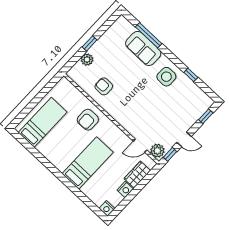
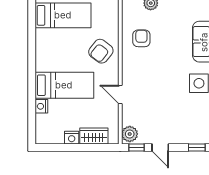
armchair: (88, 120) -> (101, 51), turned -52
door: (140, 146) -> (120, 94), moved
nightstand: (107, 208) -> (41, 106), moved

